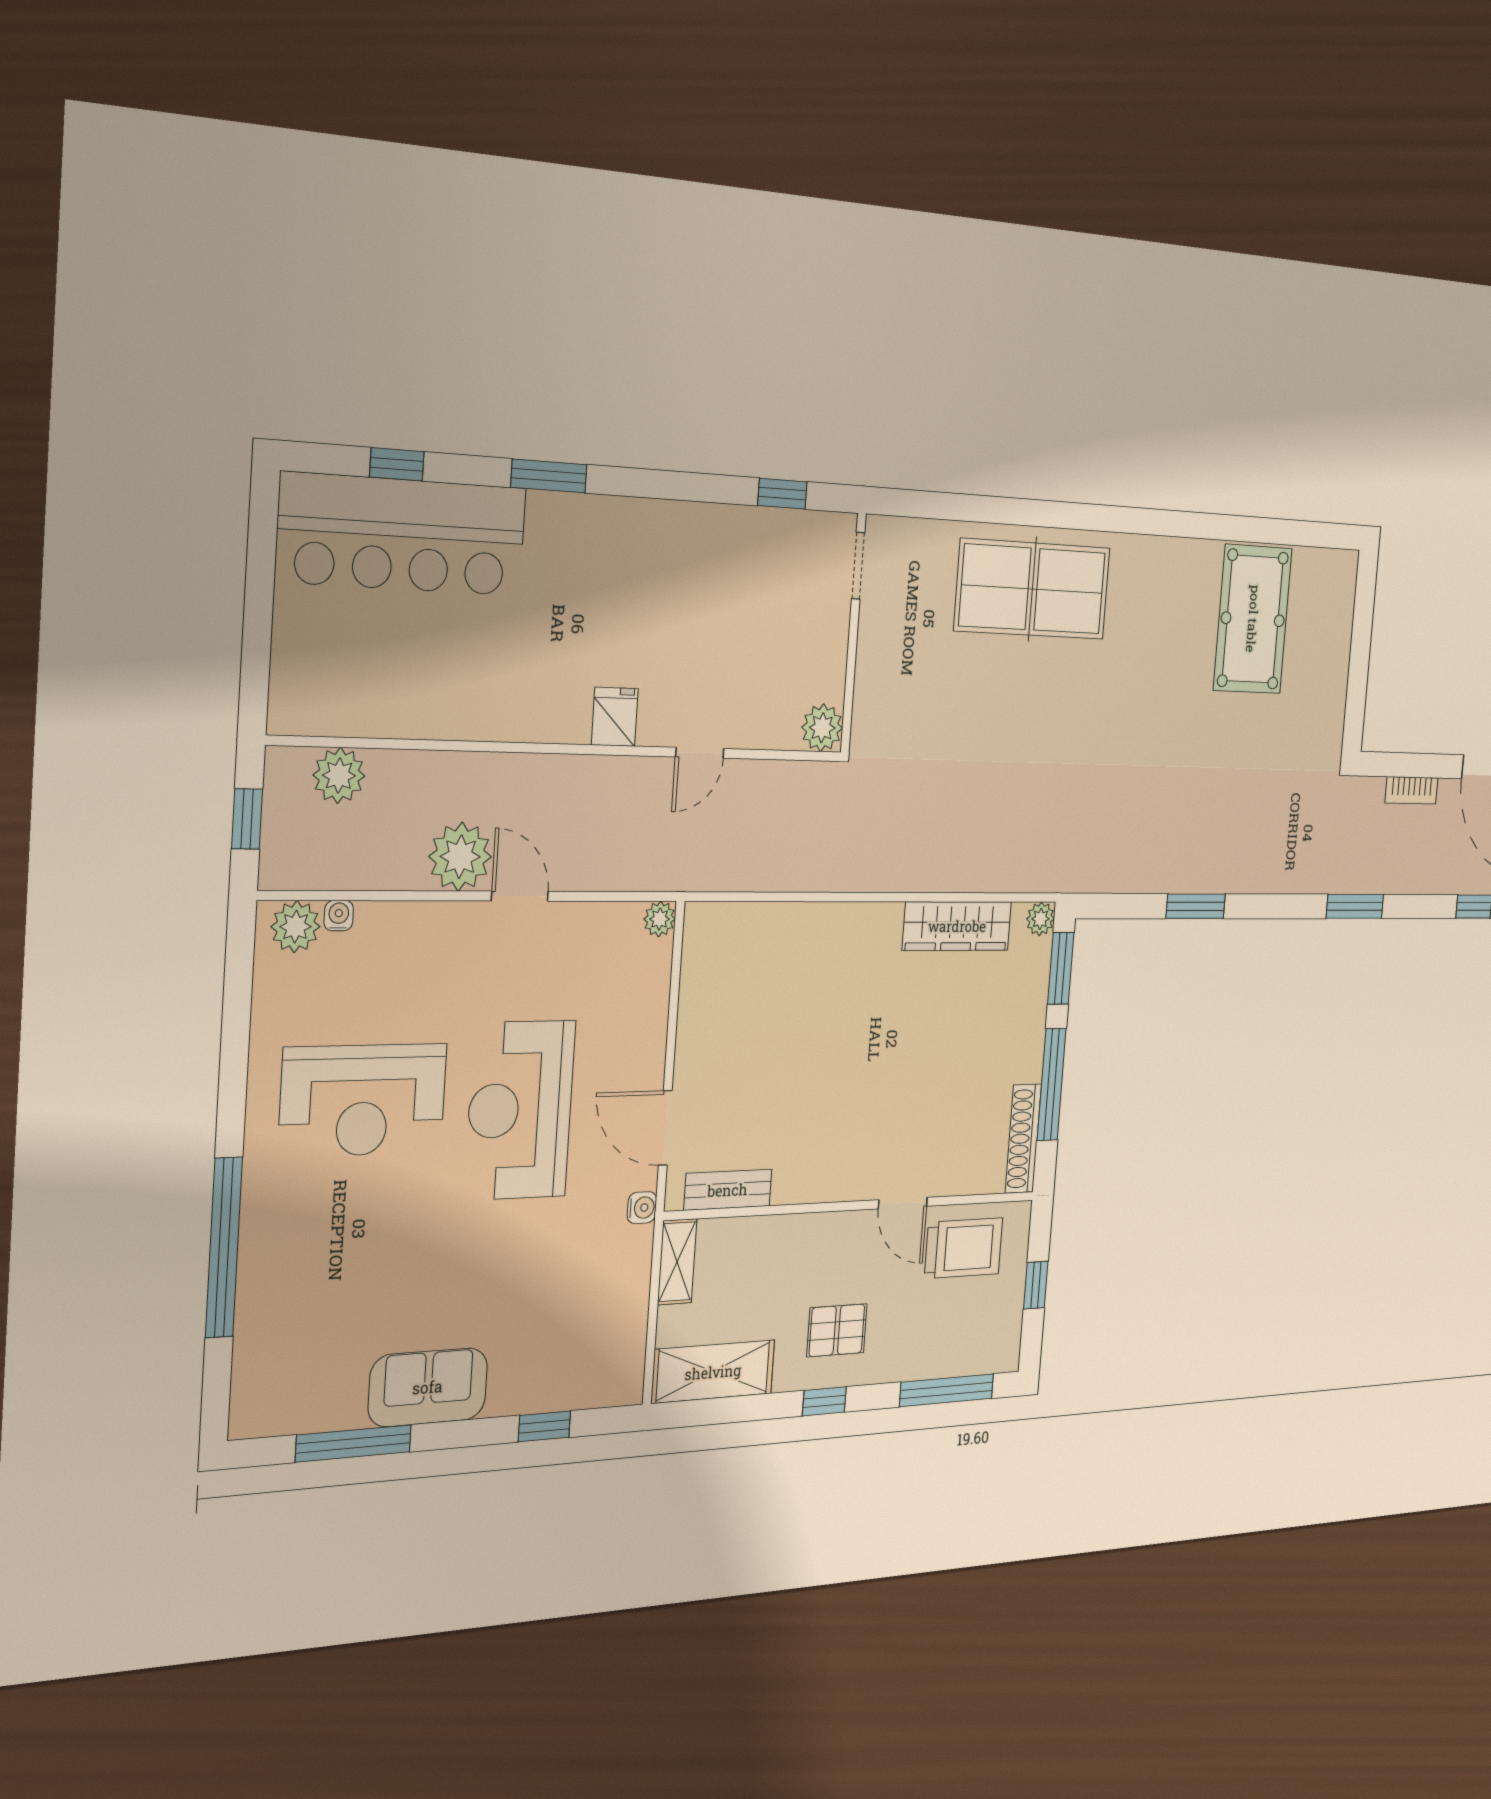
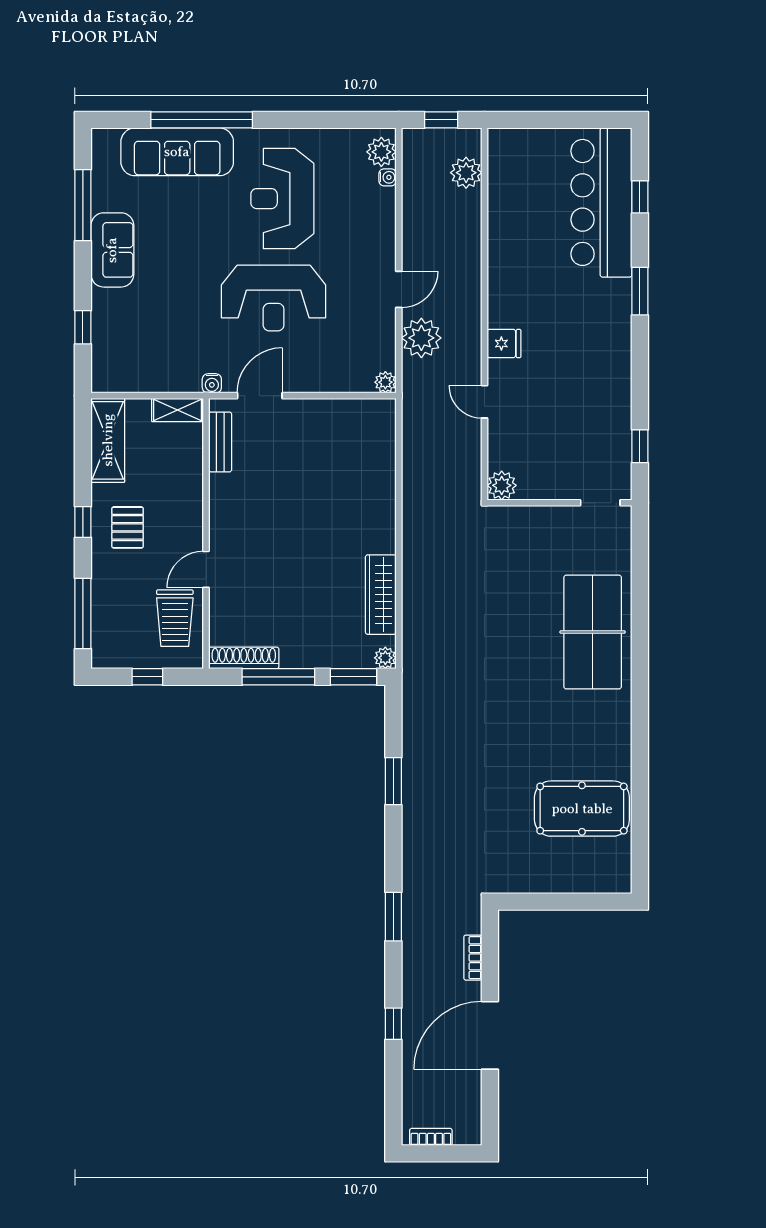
plant: (460, 857) -> (421, 338), moved
reception desk: (520, 1110) -> (274, 298), turned 180
sofa: (275, 1287) -> (177, 152), added

